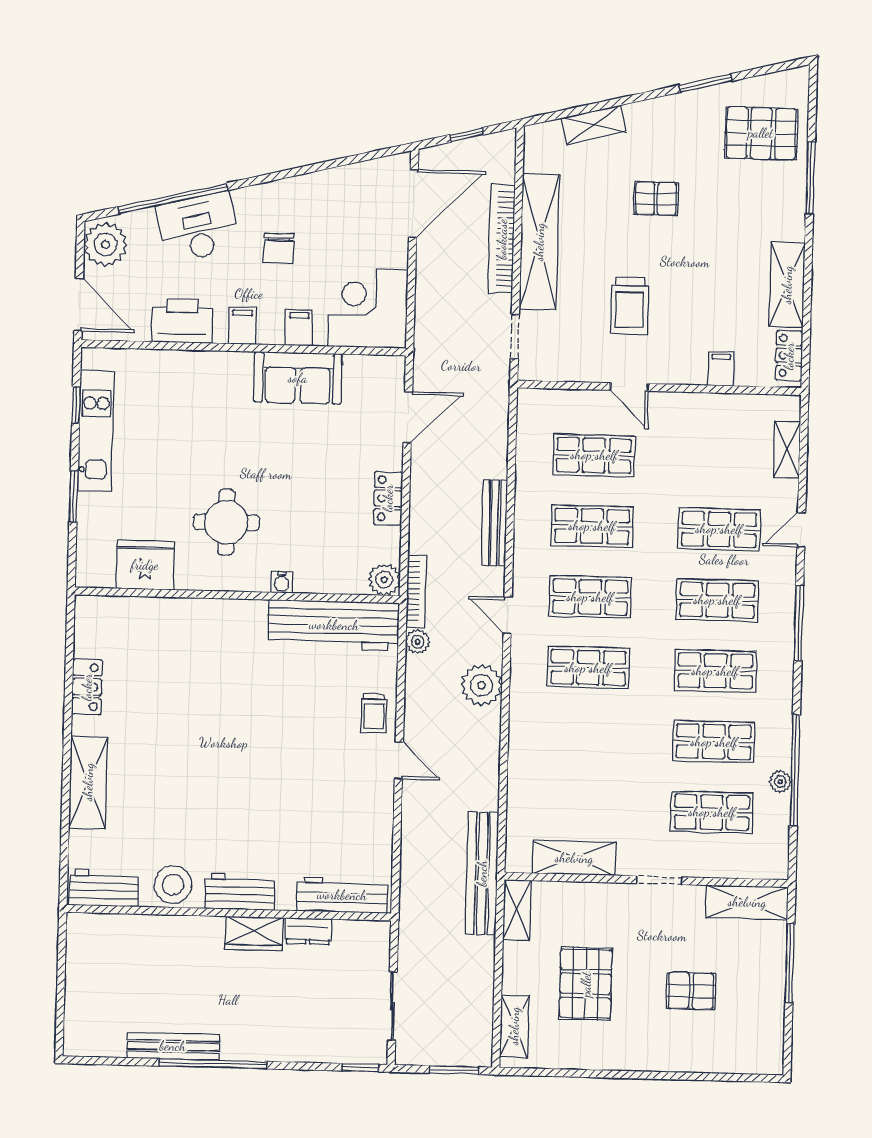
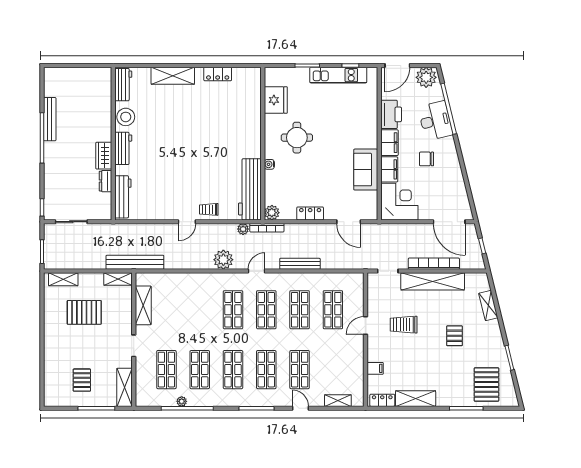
filing cabinet: (242, 326) -> (389, 143), width x2.00
filing cabinet: (299, 328) -> (389, 169), width x2.00
pallet: (691, 991) -> (82, 380), moved

